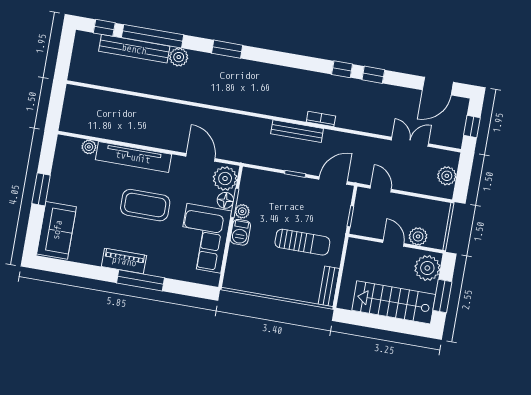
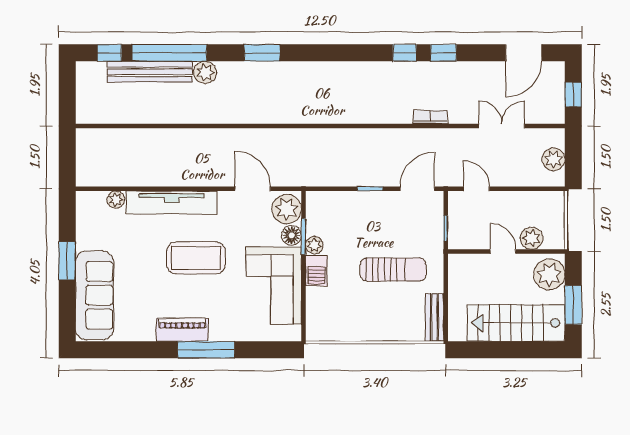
bookcase: (321, 119) -> (430, 117), moved
bench: (297, 131) -> (363, 137), removed
sofa: (57, 230) -> (94, 295), width x1.36

